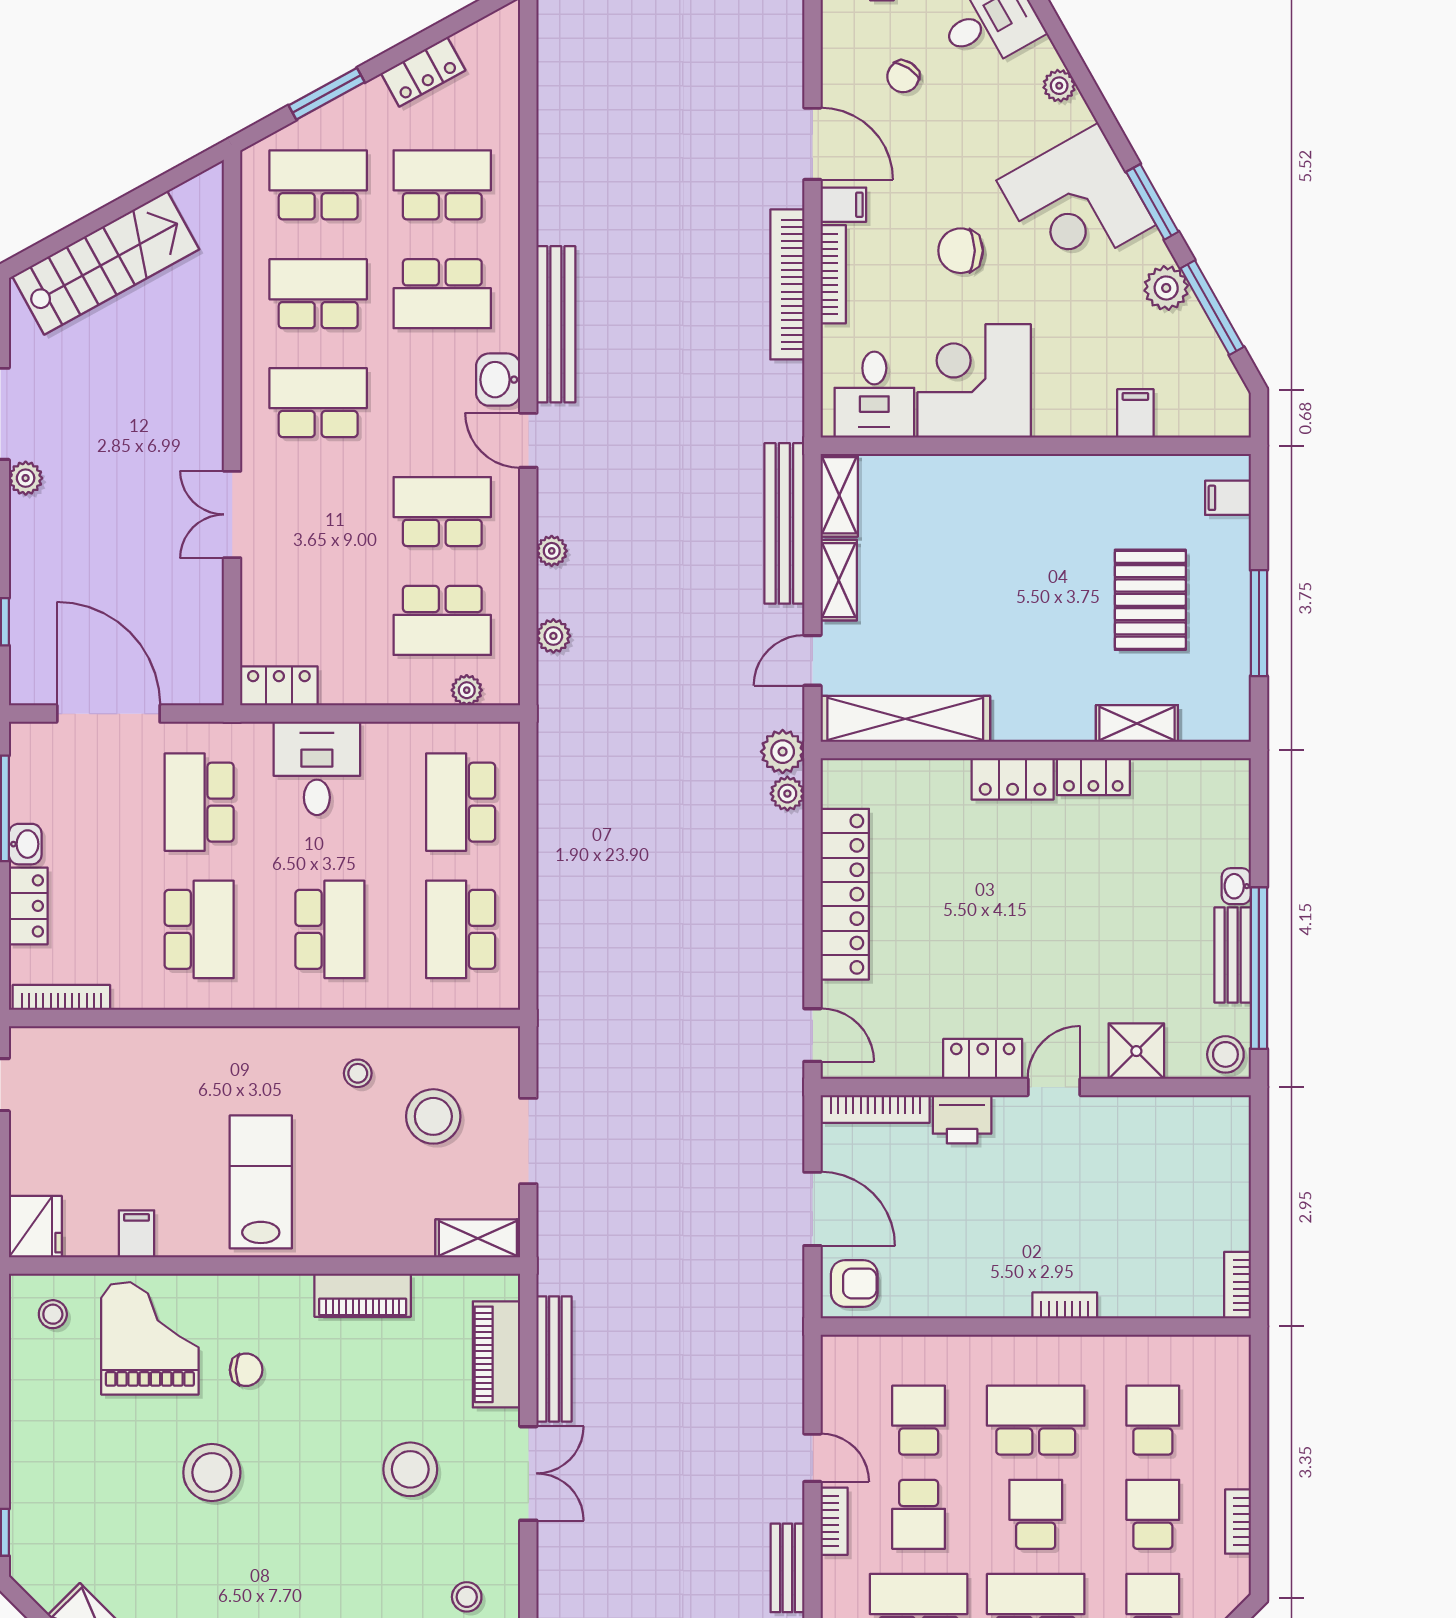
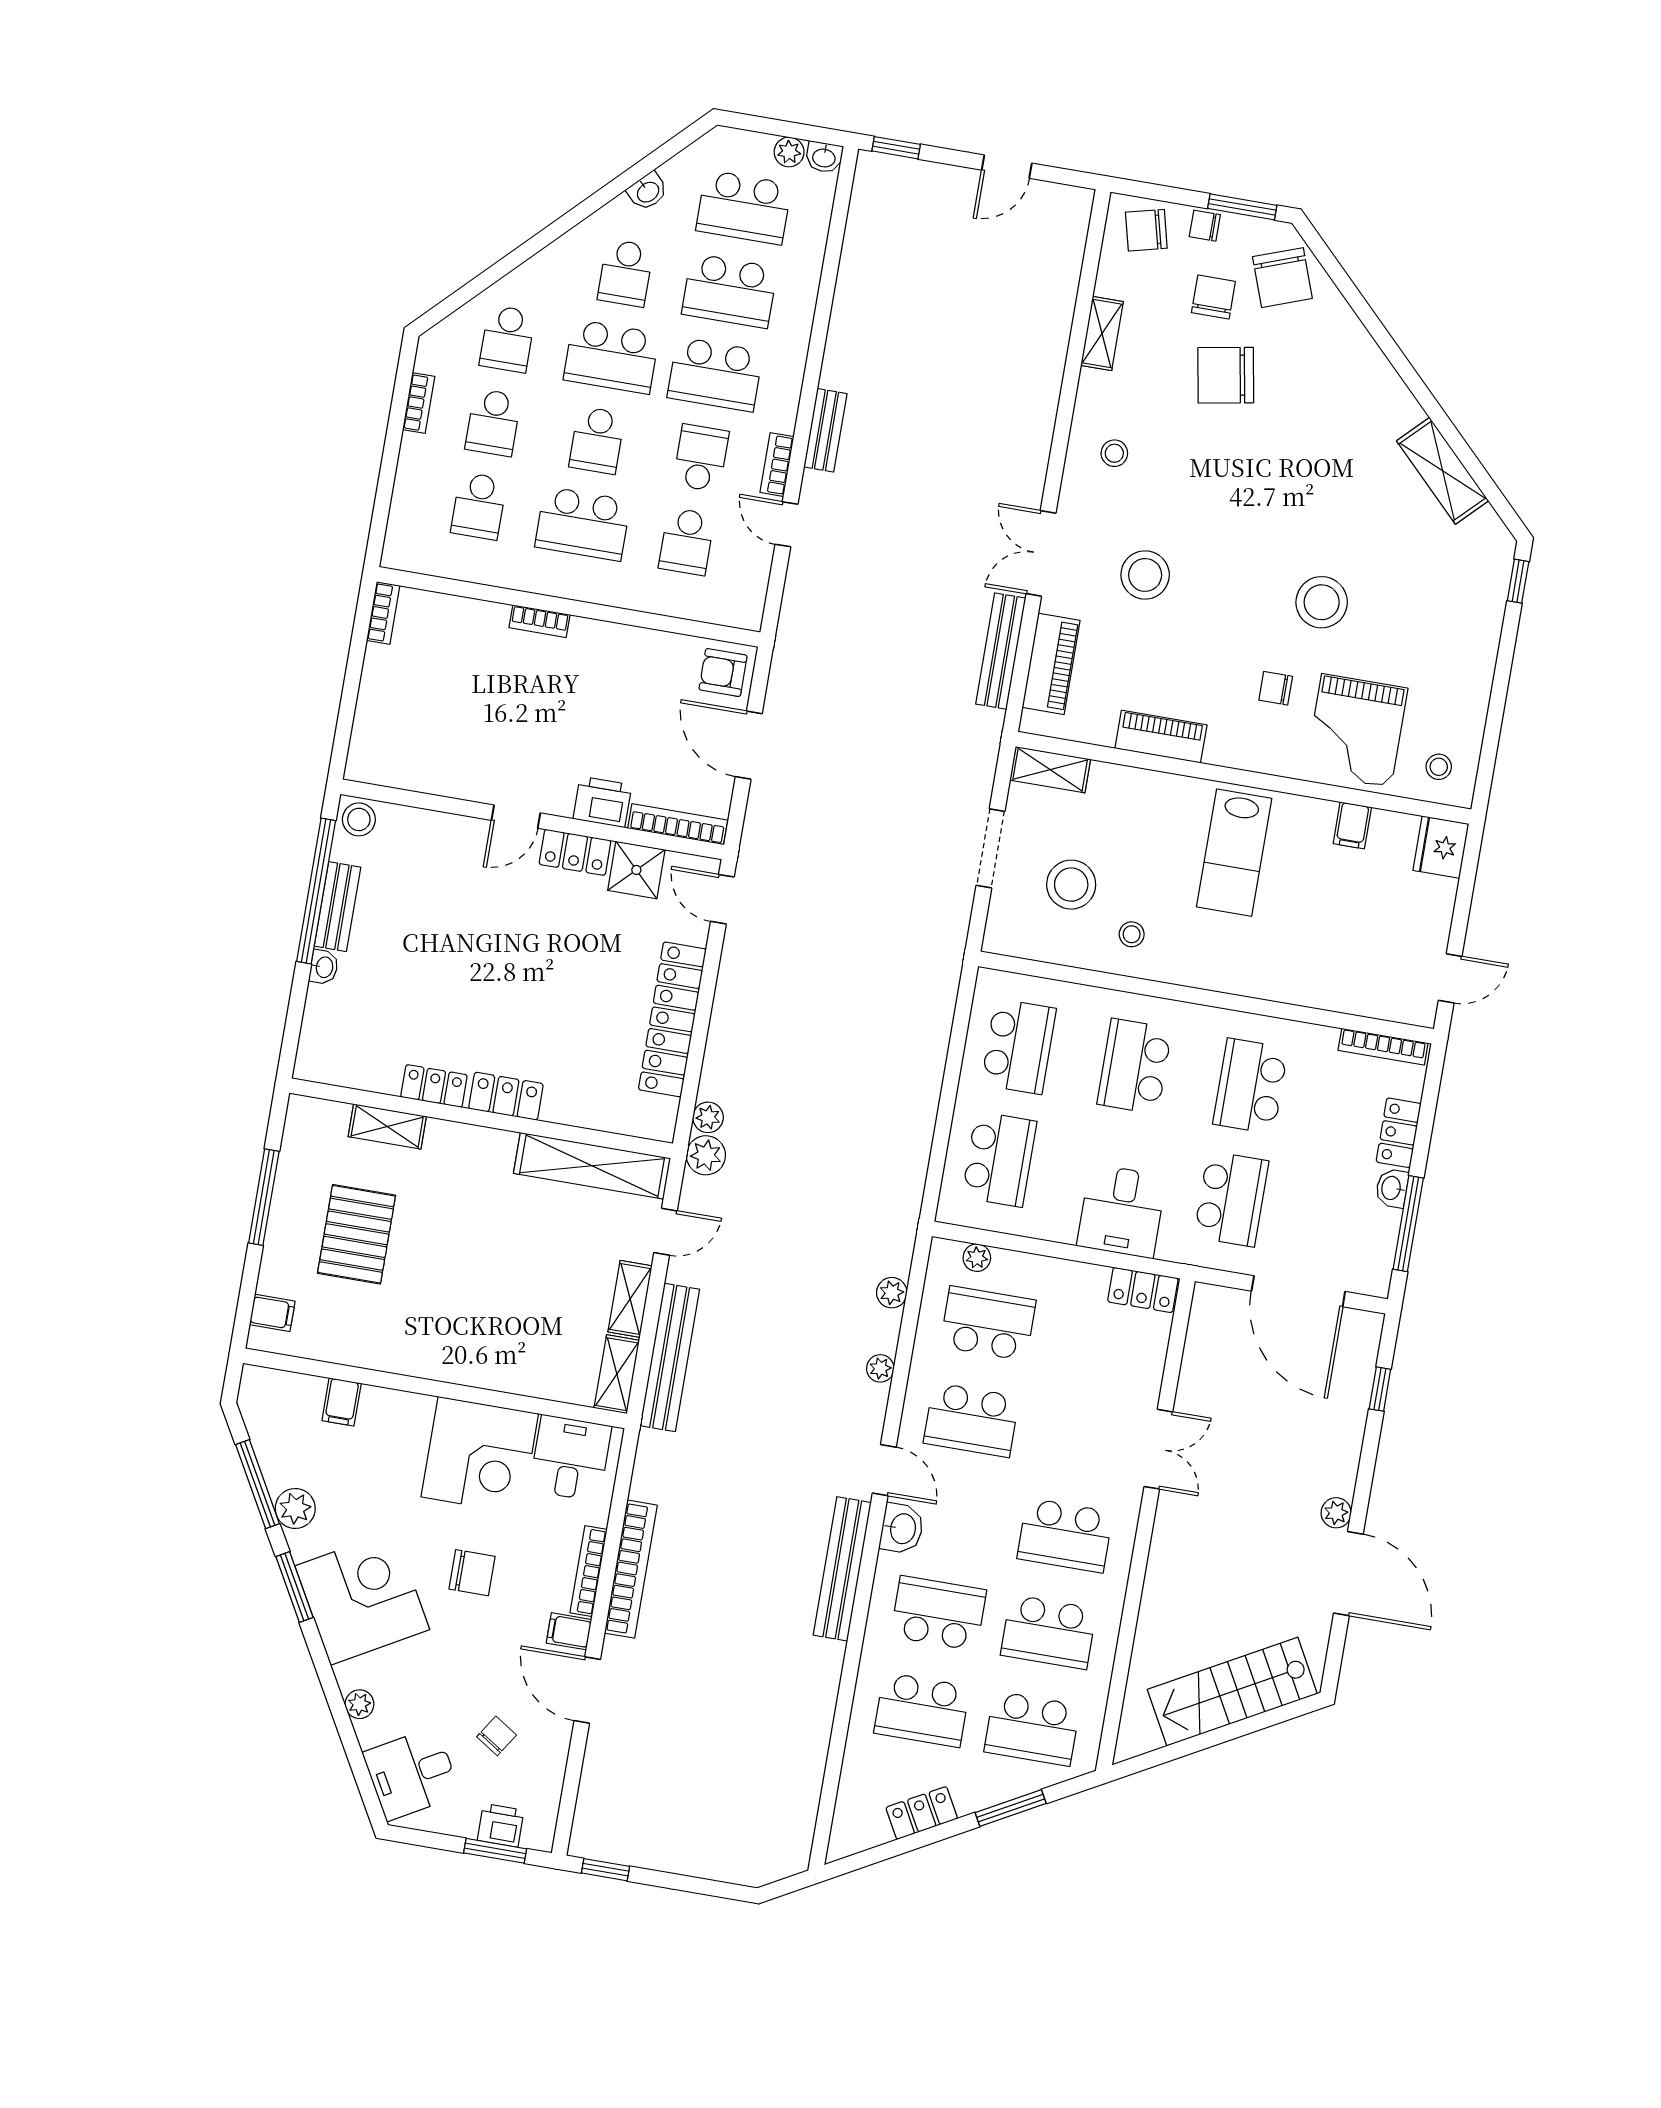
shower: (1136, 1051) -> (636, 870), moved

